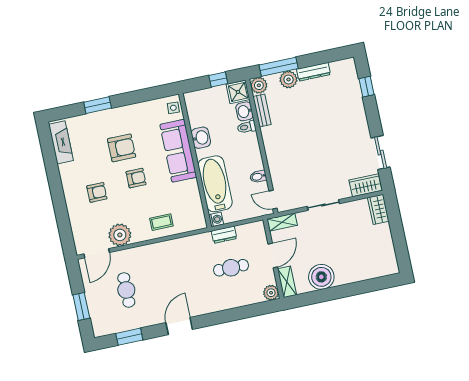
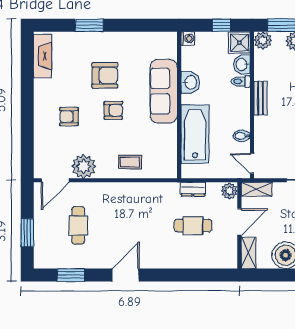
side table: (173, 108) -> (168, 45), removed
bench: (262, 110) -> (260, 98), moved
armchair: (97, 192) -> (69, 117), turned 180
washing machine: (216, 219) -> (188, 38), moved
plant: (271, 293) -> (229, 191), moved

